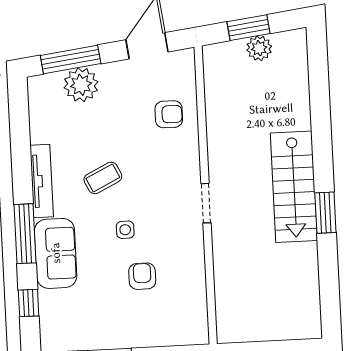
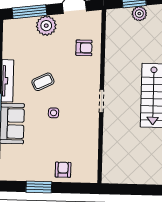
plant: (81, 85) -> (46, 26), moved
armchair: (142, 276) -> (63, 170), moved

